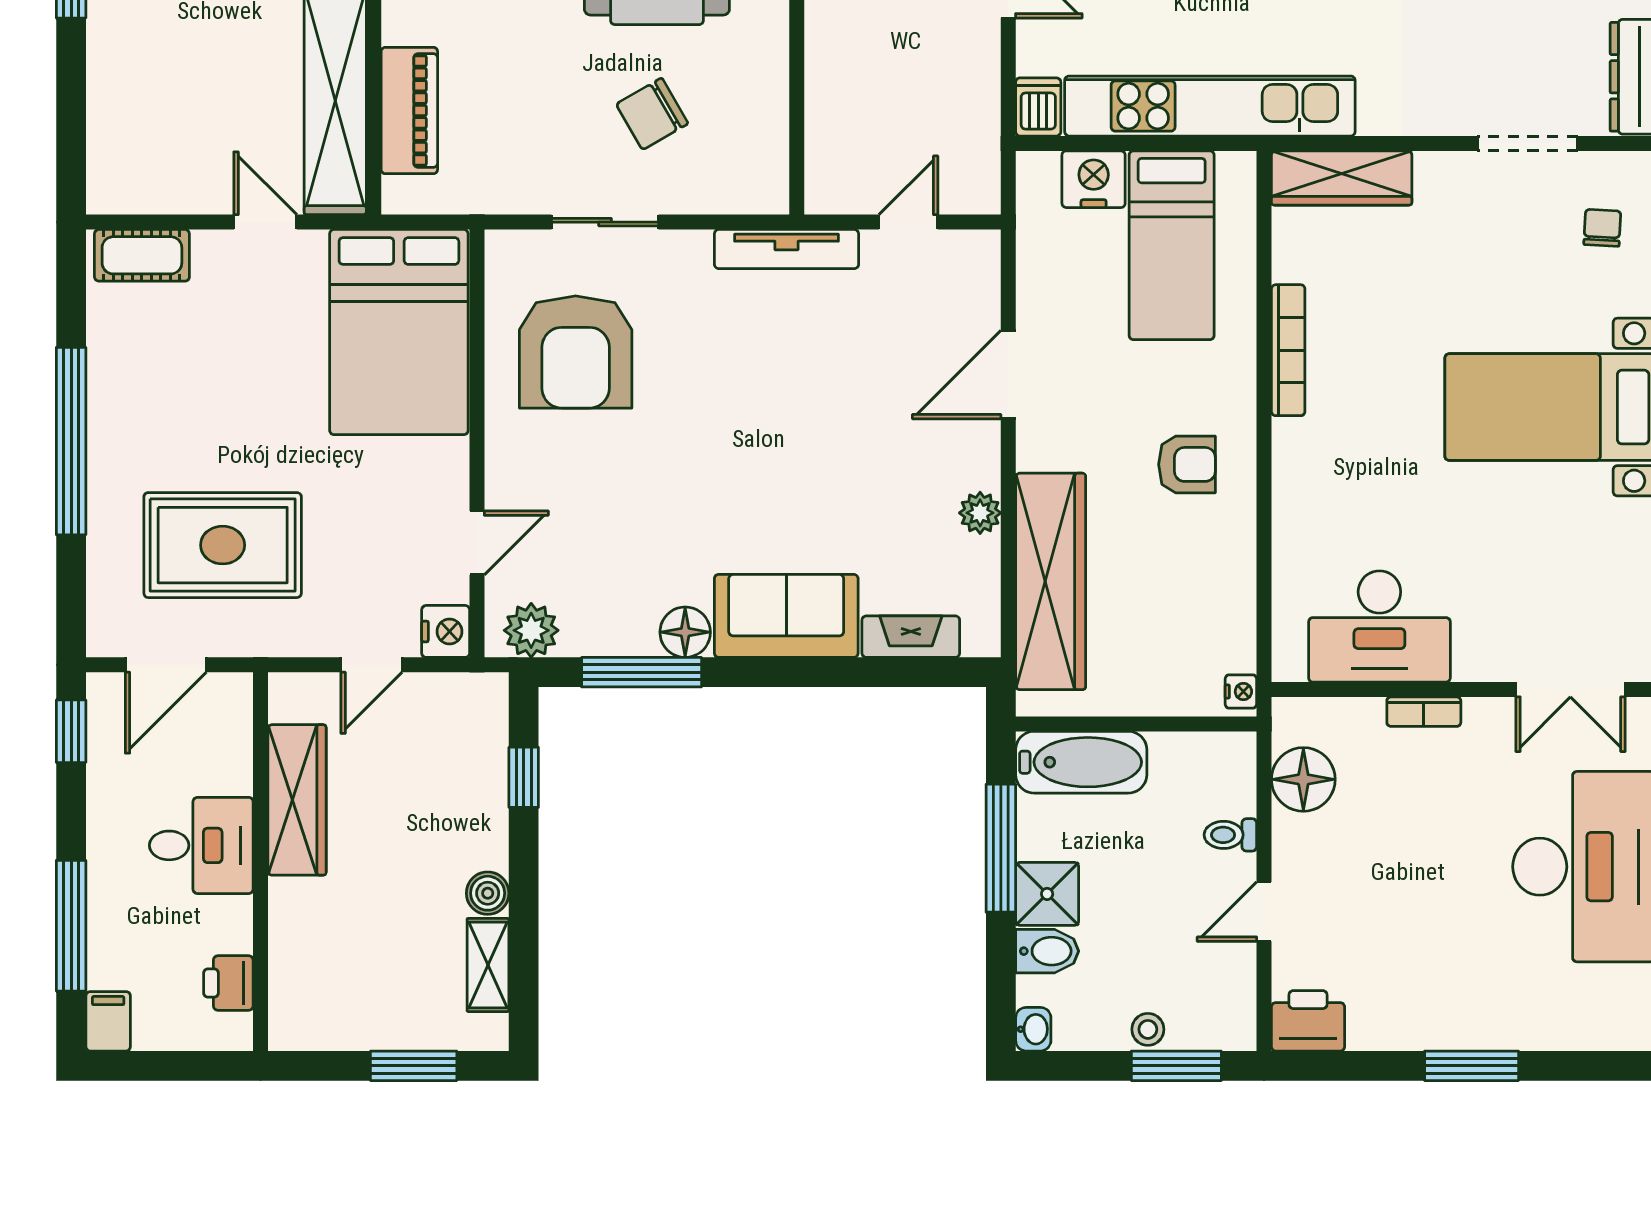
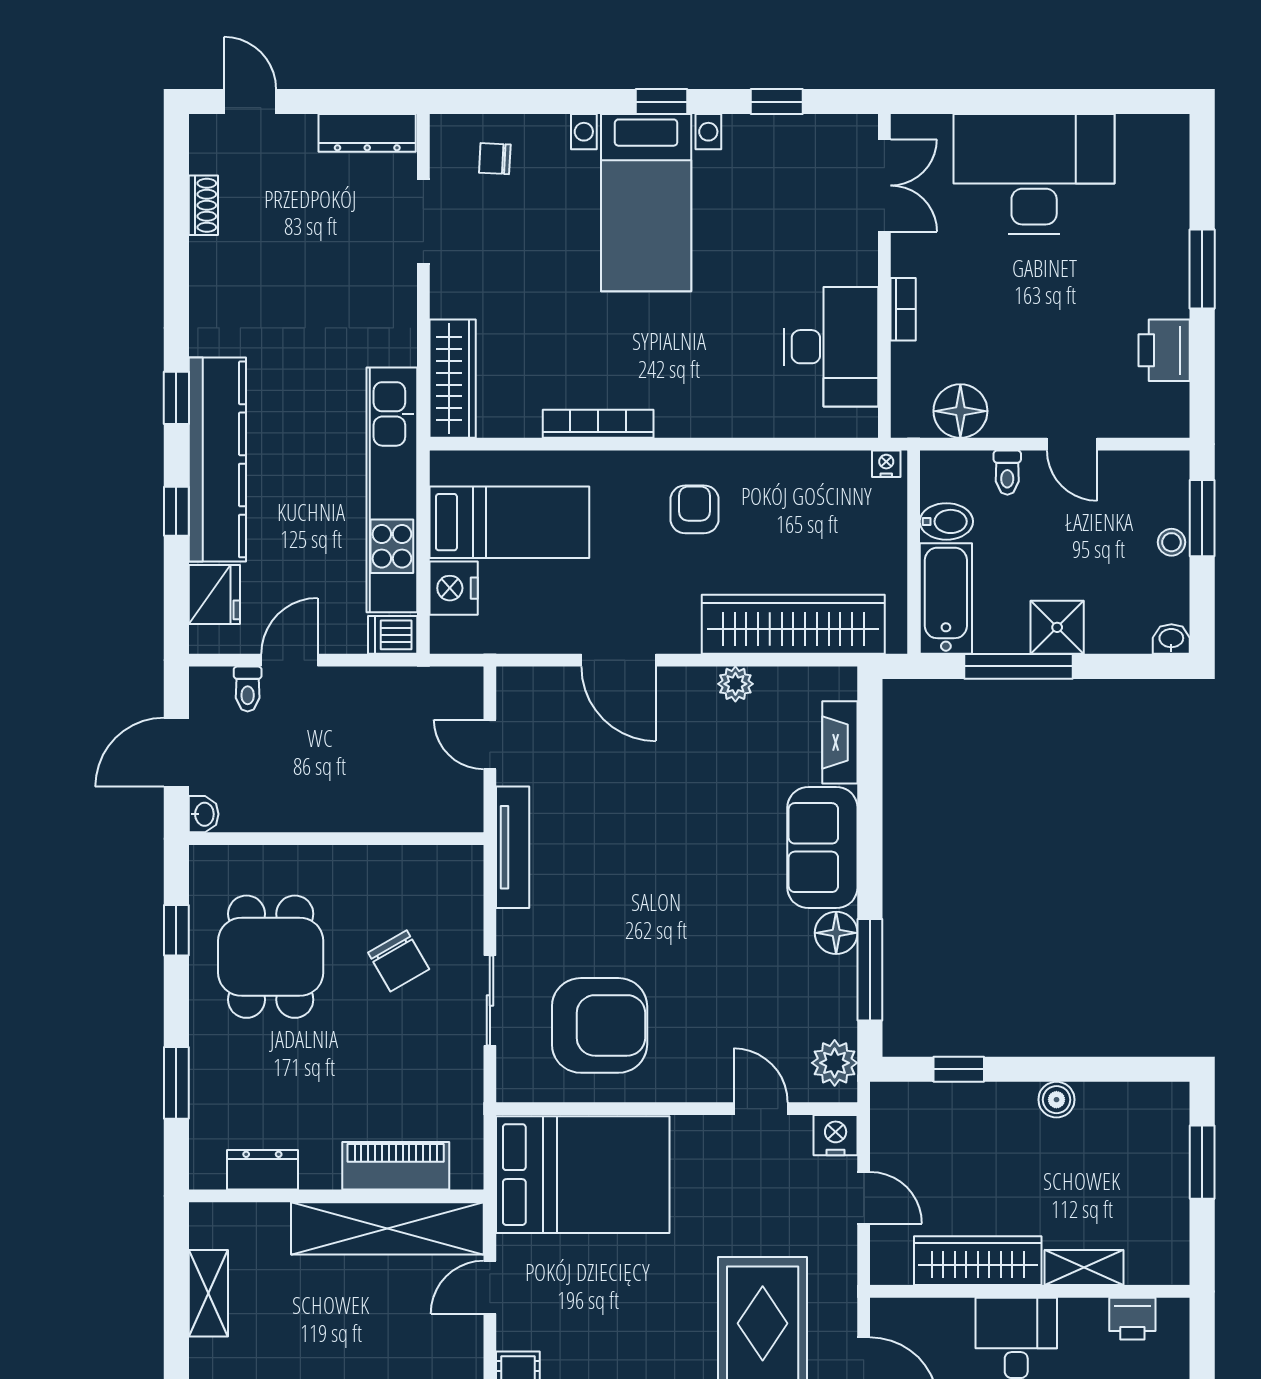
bidet: (1047, 951) -> (946, 521), moved, turned 90
shelving: (488, 965) -> (1084, 1268), moved
printer: (1308, 1021) -> (1164, 350), moved

